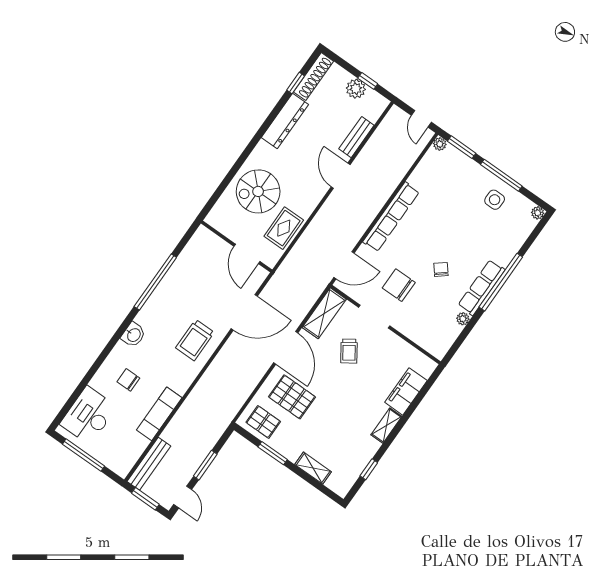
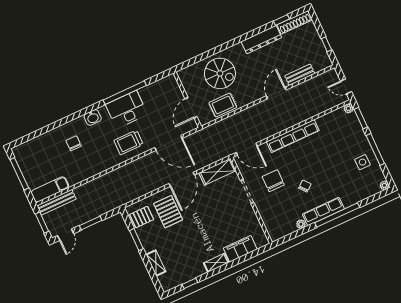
plant: (356, 89) -> (316, 45), removed
door: (421, 119) -> (346, 86), hinge flipped
spiral stairs: (258, 191) -> (220, 73), turned 180
trolley: (349, 351) -> (219, 204), removed
exam couch: (159, 414) -> (50, 189), moved
desk: (89, 416) -> (127, 109), moved
pallet: (263, 422) -> (142, 217), turned 90

